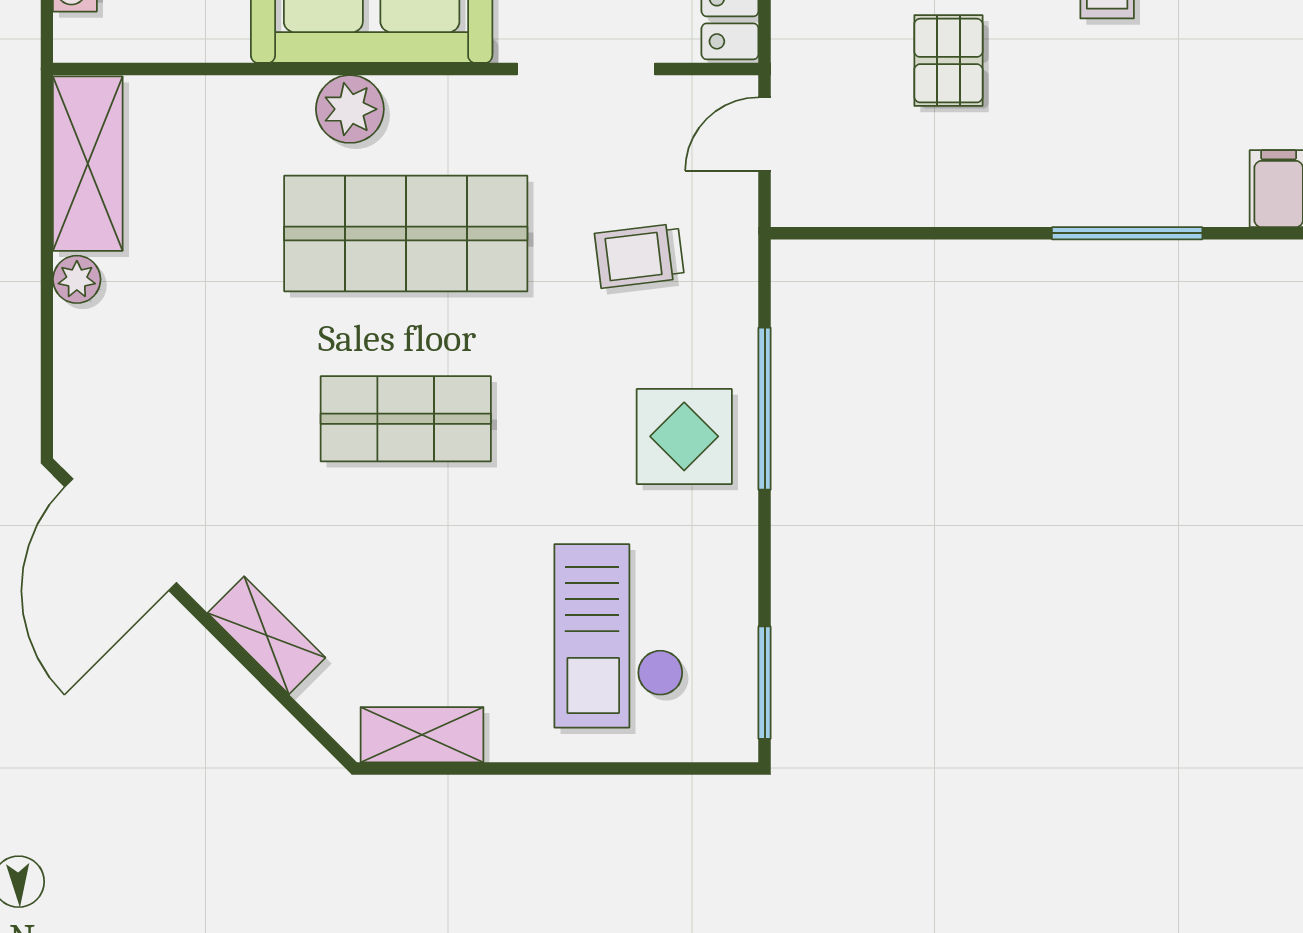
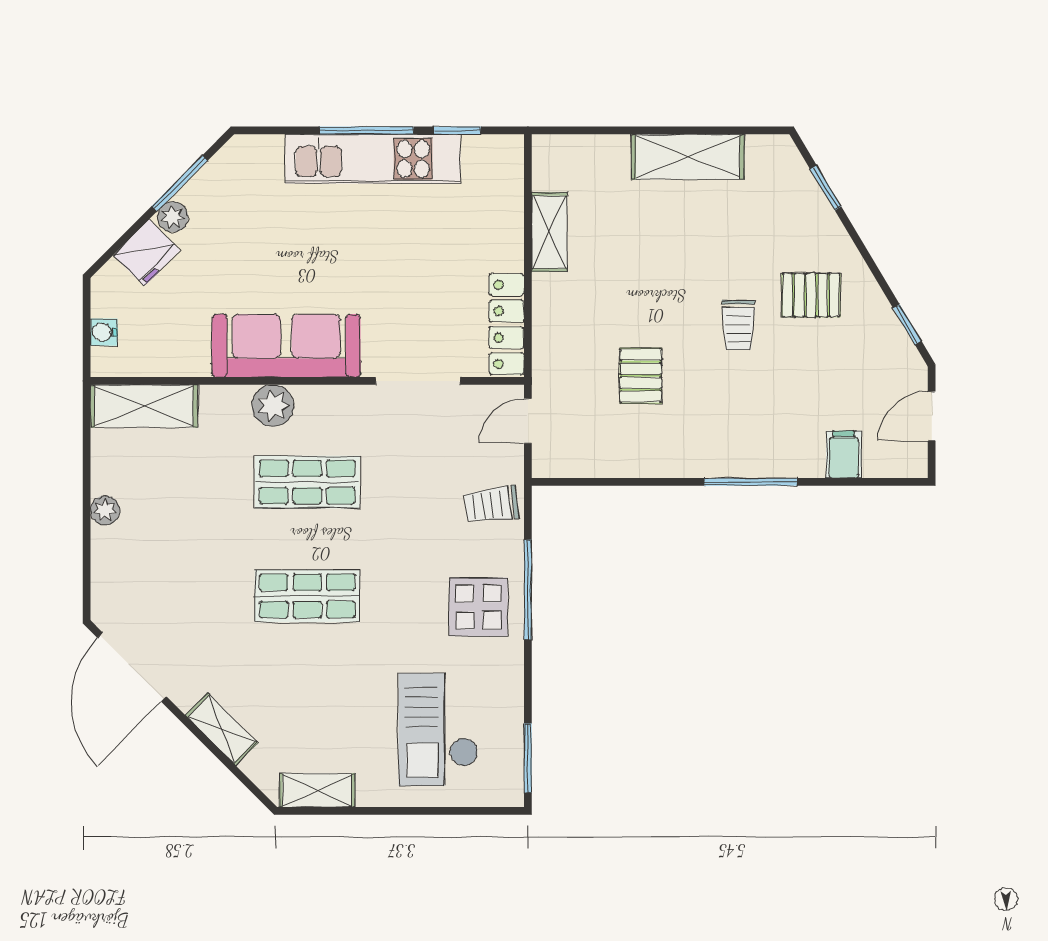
shelving: (88, 164) -> (144, 406), moved, turned 90
shop shelf: (406, 233) -> (307, 482), width x0.70, depth x0.74
trolley: (639, 256) -> (491, 505), moved

